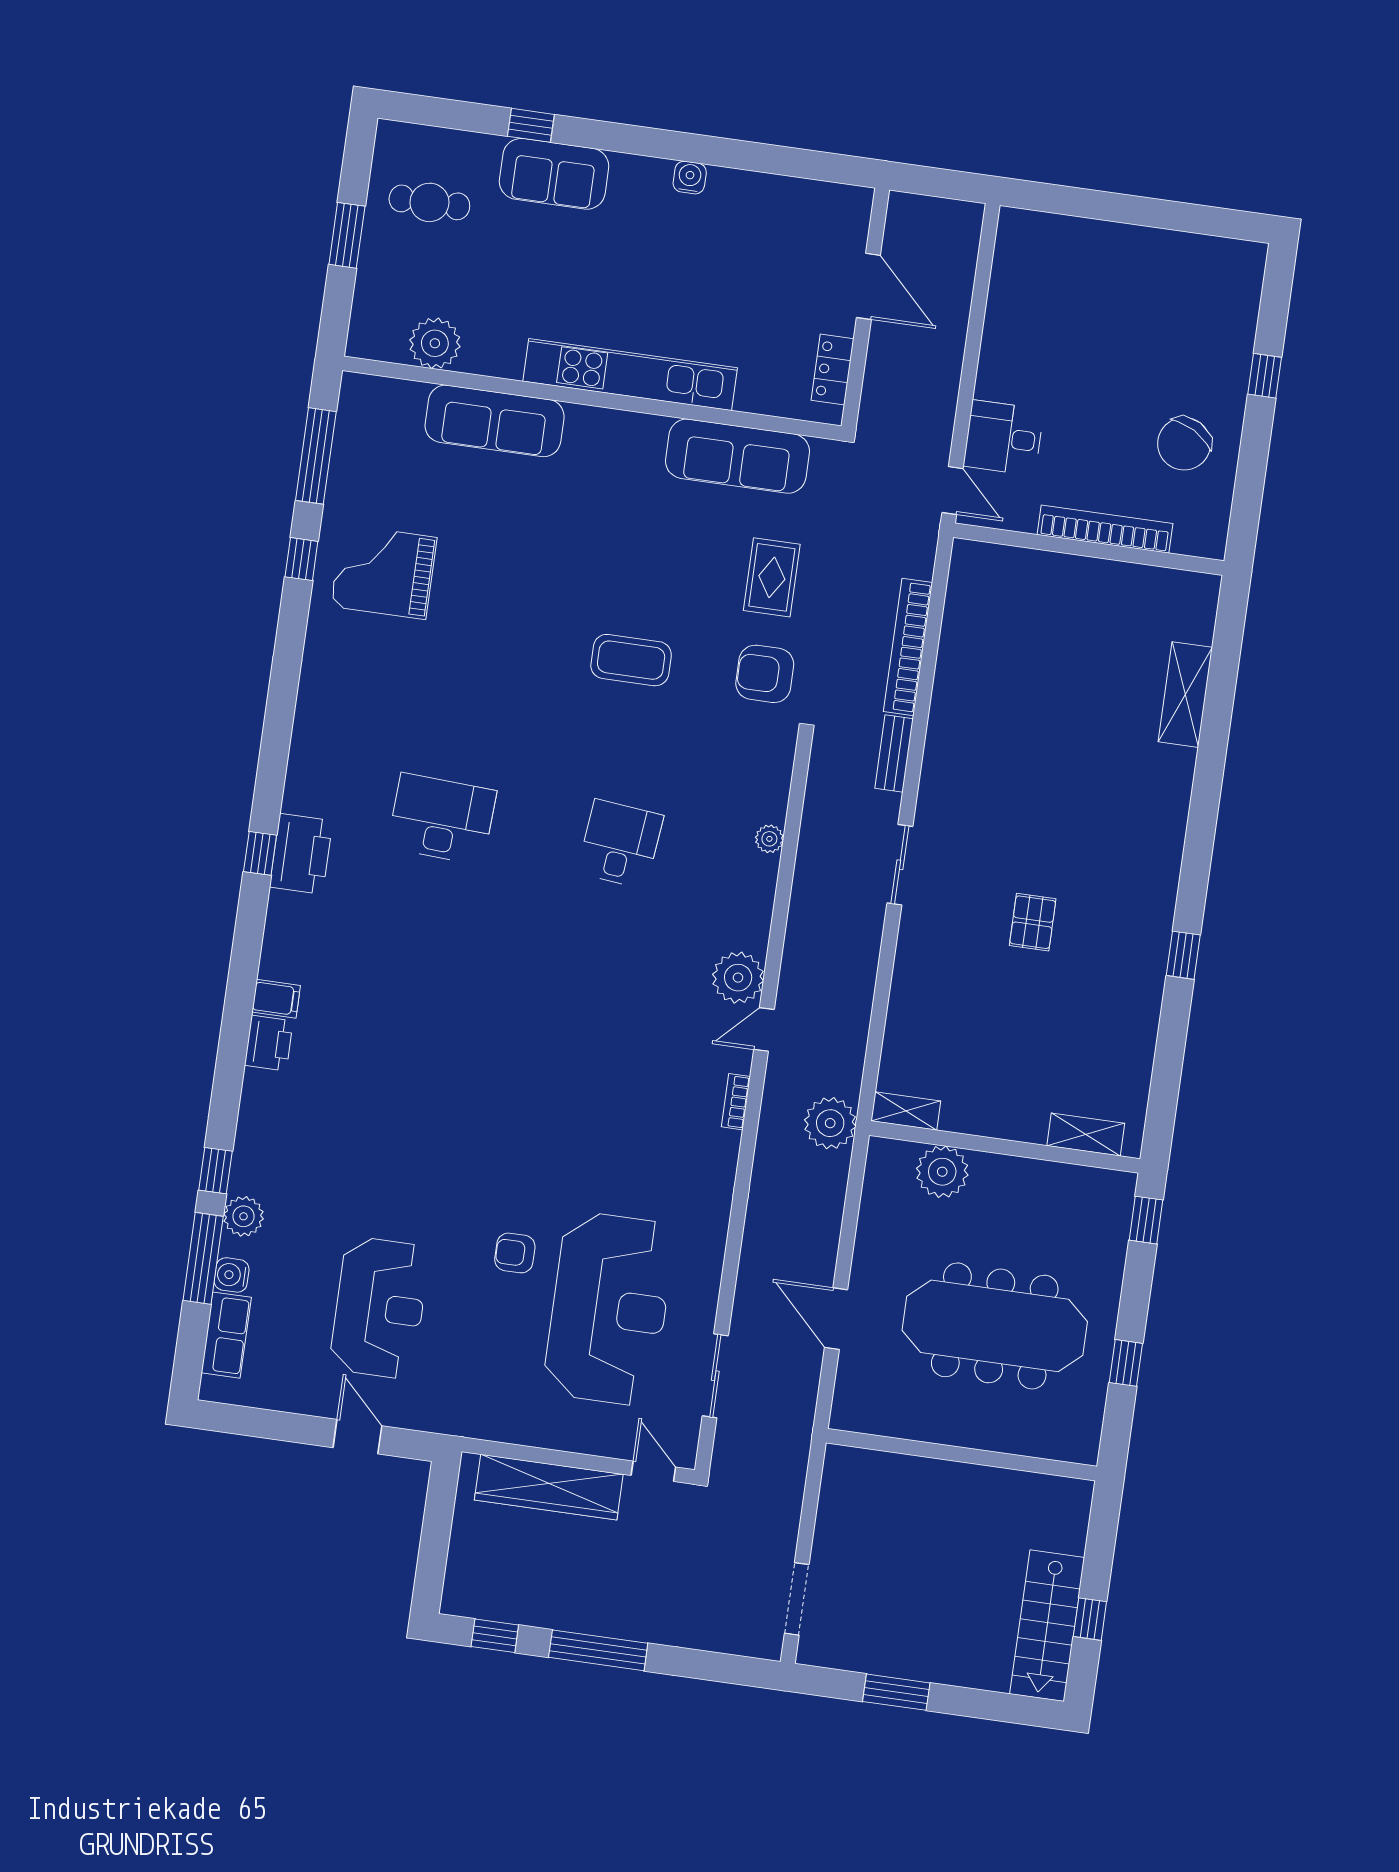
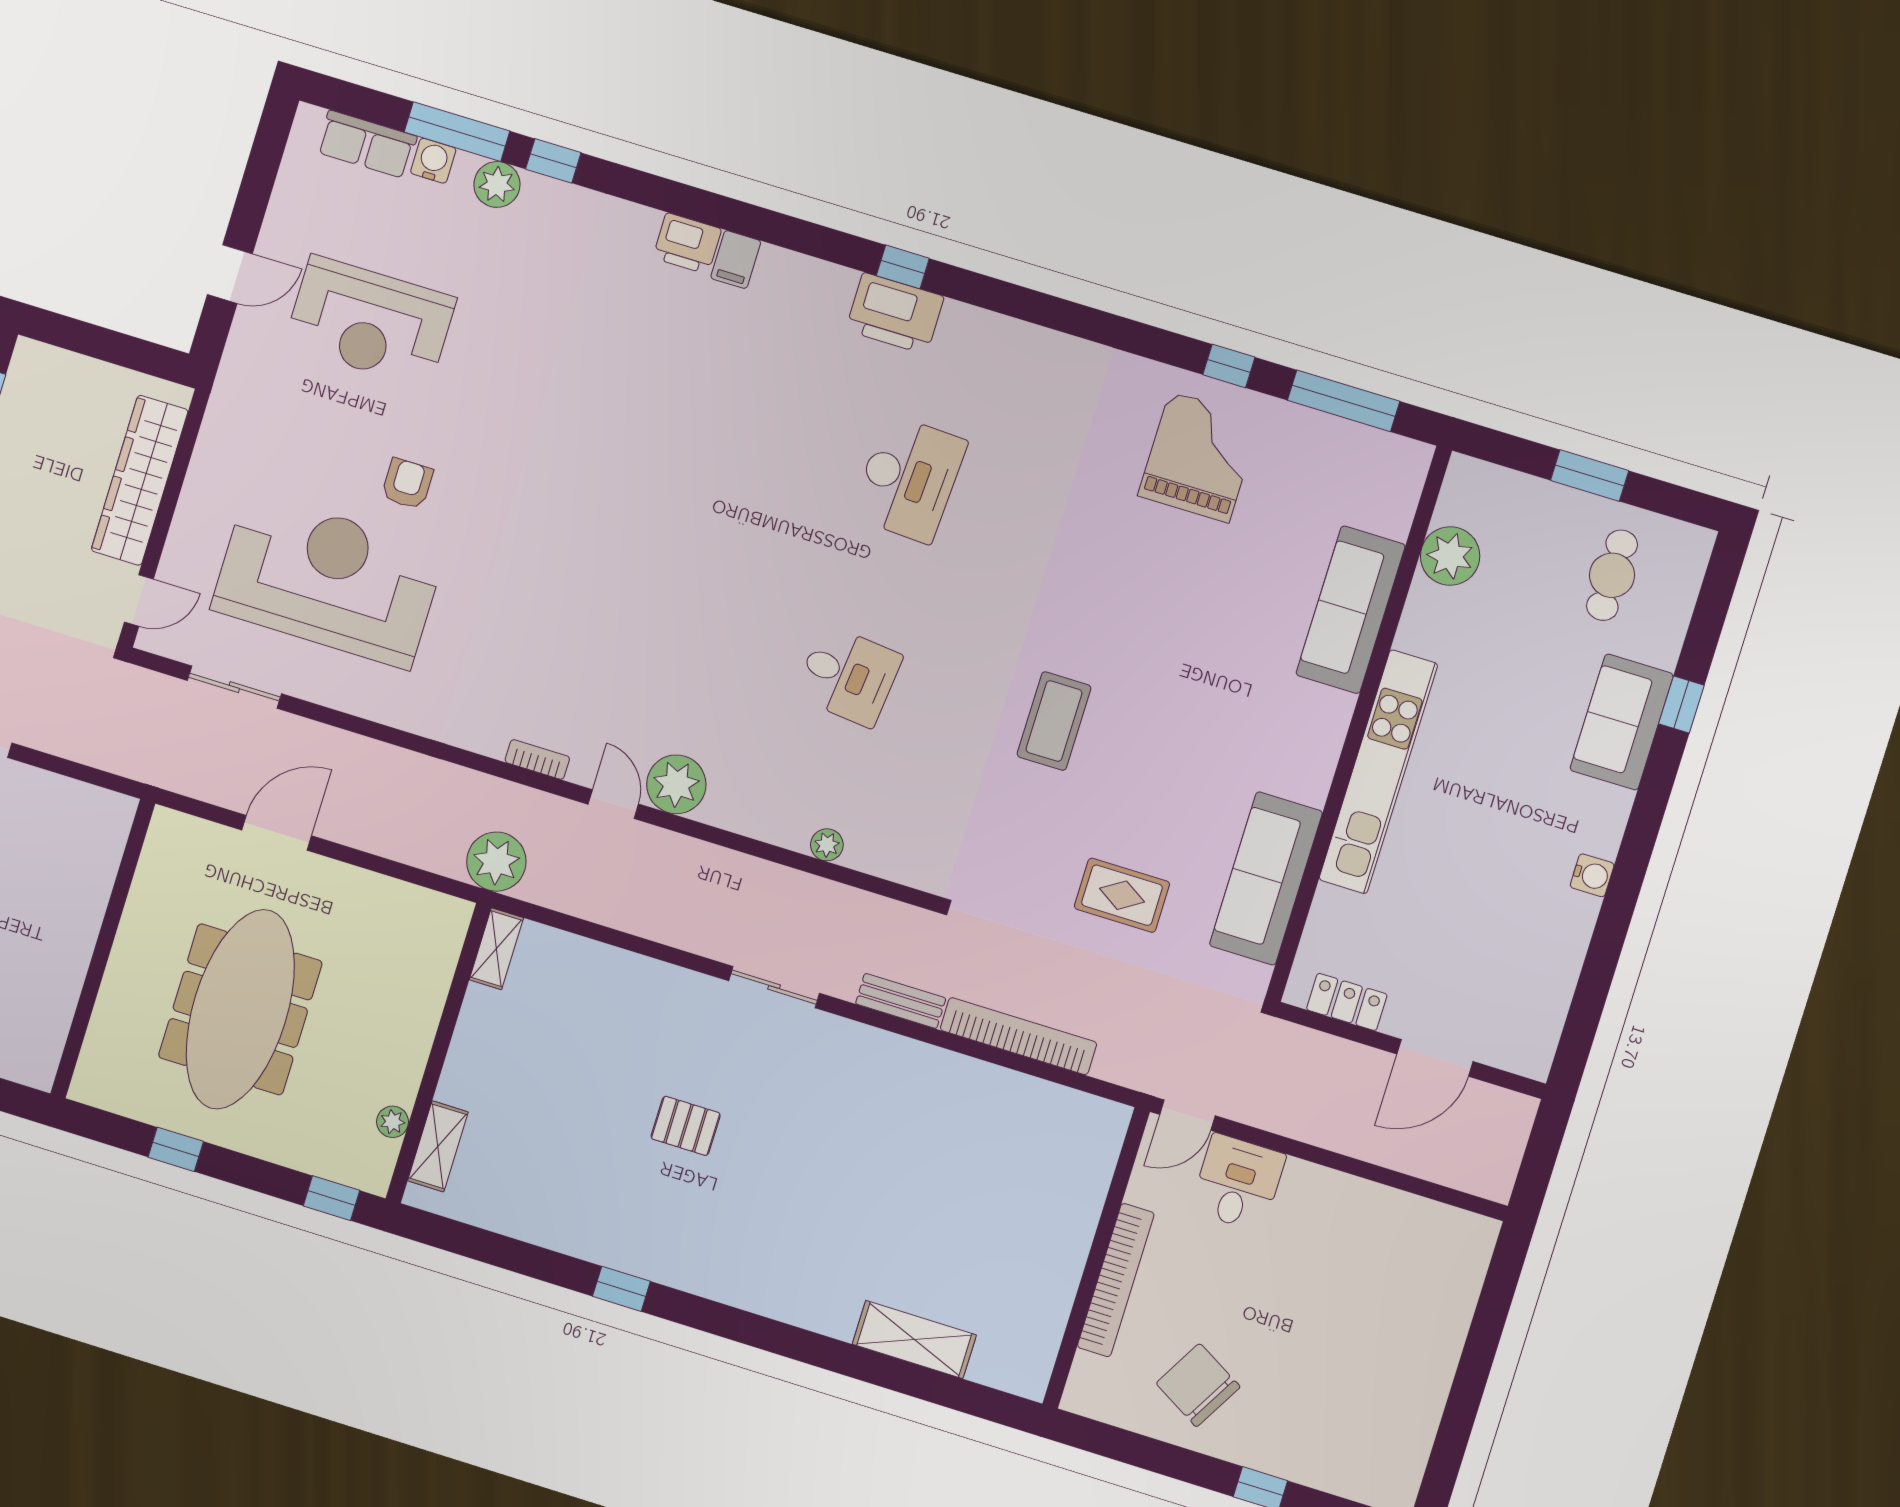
armchair: (765, 674) -> (1014, 870), removed
plant: (942, 1172) -> (393, 1122), moved, width x0.53, depth x0.53
reception desk: (609, 1309) -> (328, 580), turned 180

